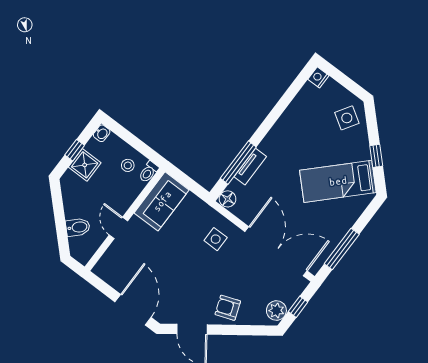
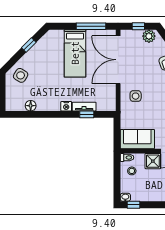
nightstand: (318, 77) -> (66, 106), moved
window: (75, 150) -> (133, 205), moved
window: (238, 163) -> (87, 114), width x0.46
shower: (85, 165) -> (153, 161), moved
bed: (338, 181) -> (75, 53), moved, turned 45
floor lamp: (228, 199) -> (31, 106), moved

